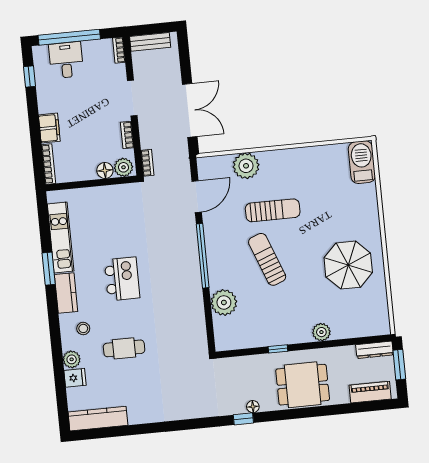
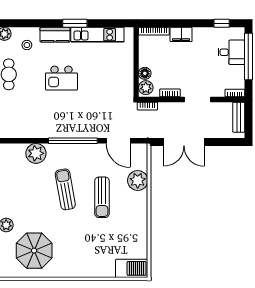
sun lounger: (267, 259) -> (65, 189), turned -79
parasol: (348, 265) -> (34, 251), moved

